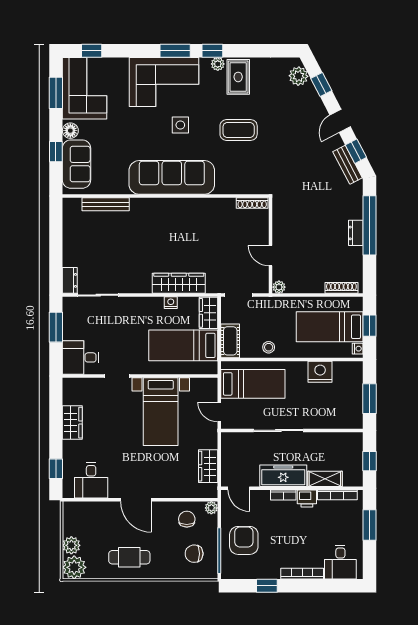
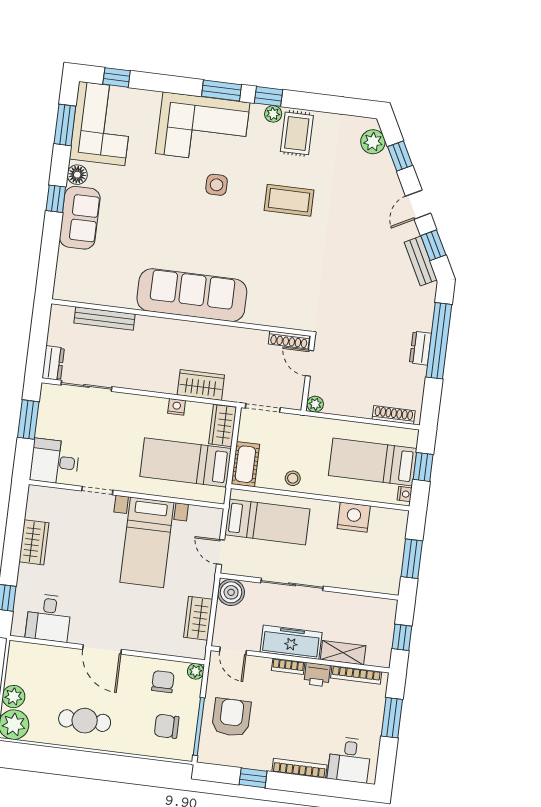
sofa: (172, 177) -> (192, 295), moved
wall: (166, 196) -> (181, 318), moved
shoe rack: (252, 203) -> (289, 340), moved
bench: (106, 204) -> (104, 319), moved
wardrobe: (179, 283) -> (201, 385), width x0.67
boiler: (231, 443) -> (231, 592), added

